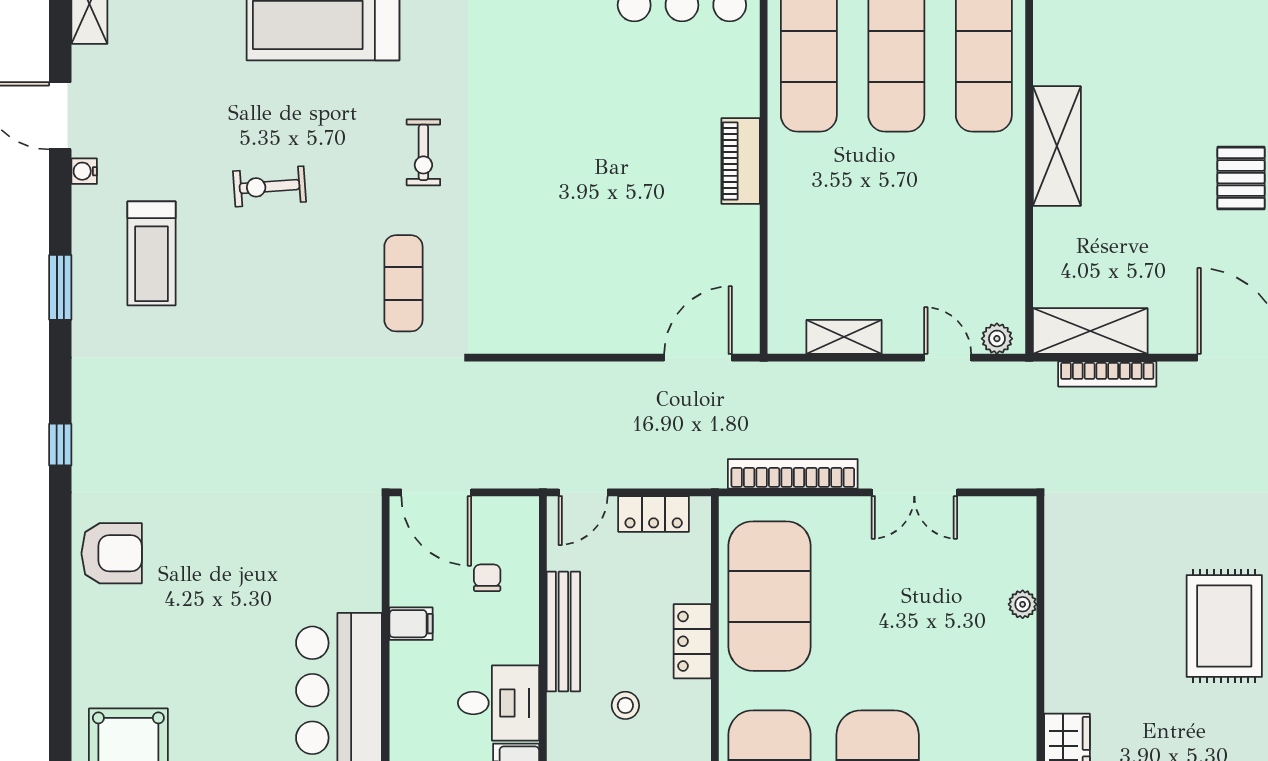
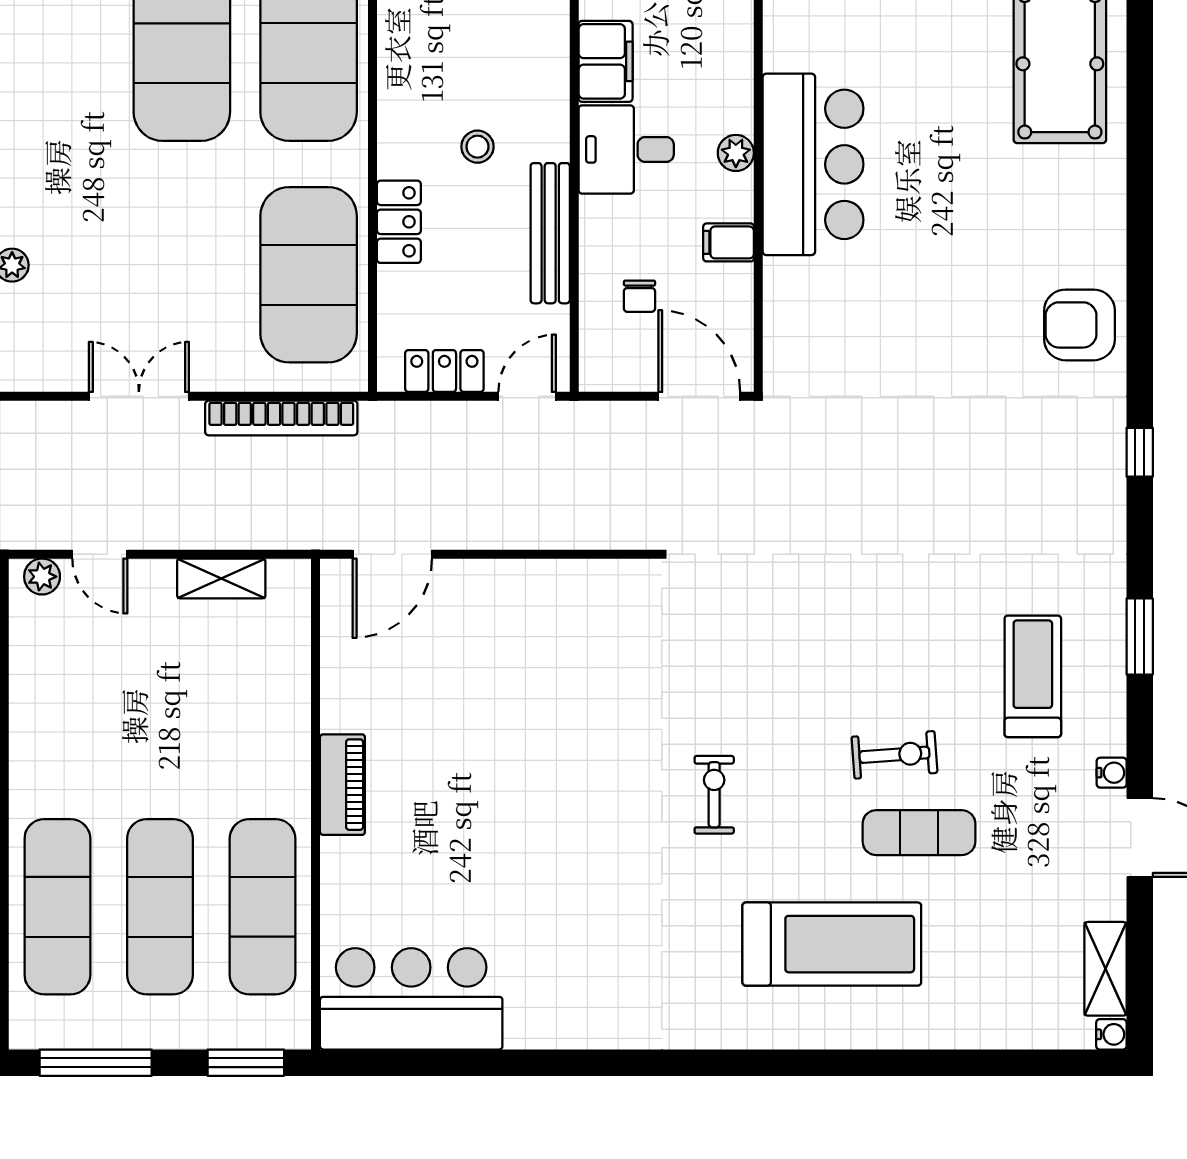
exercise mat: (403, 283) -> (919, 833), moved, turned 90
plant: (405, 700) -> (736, 153), added

